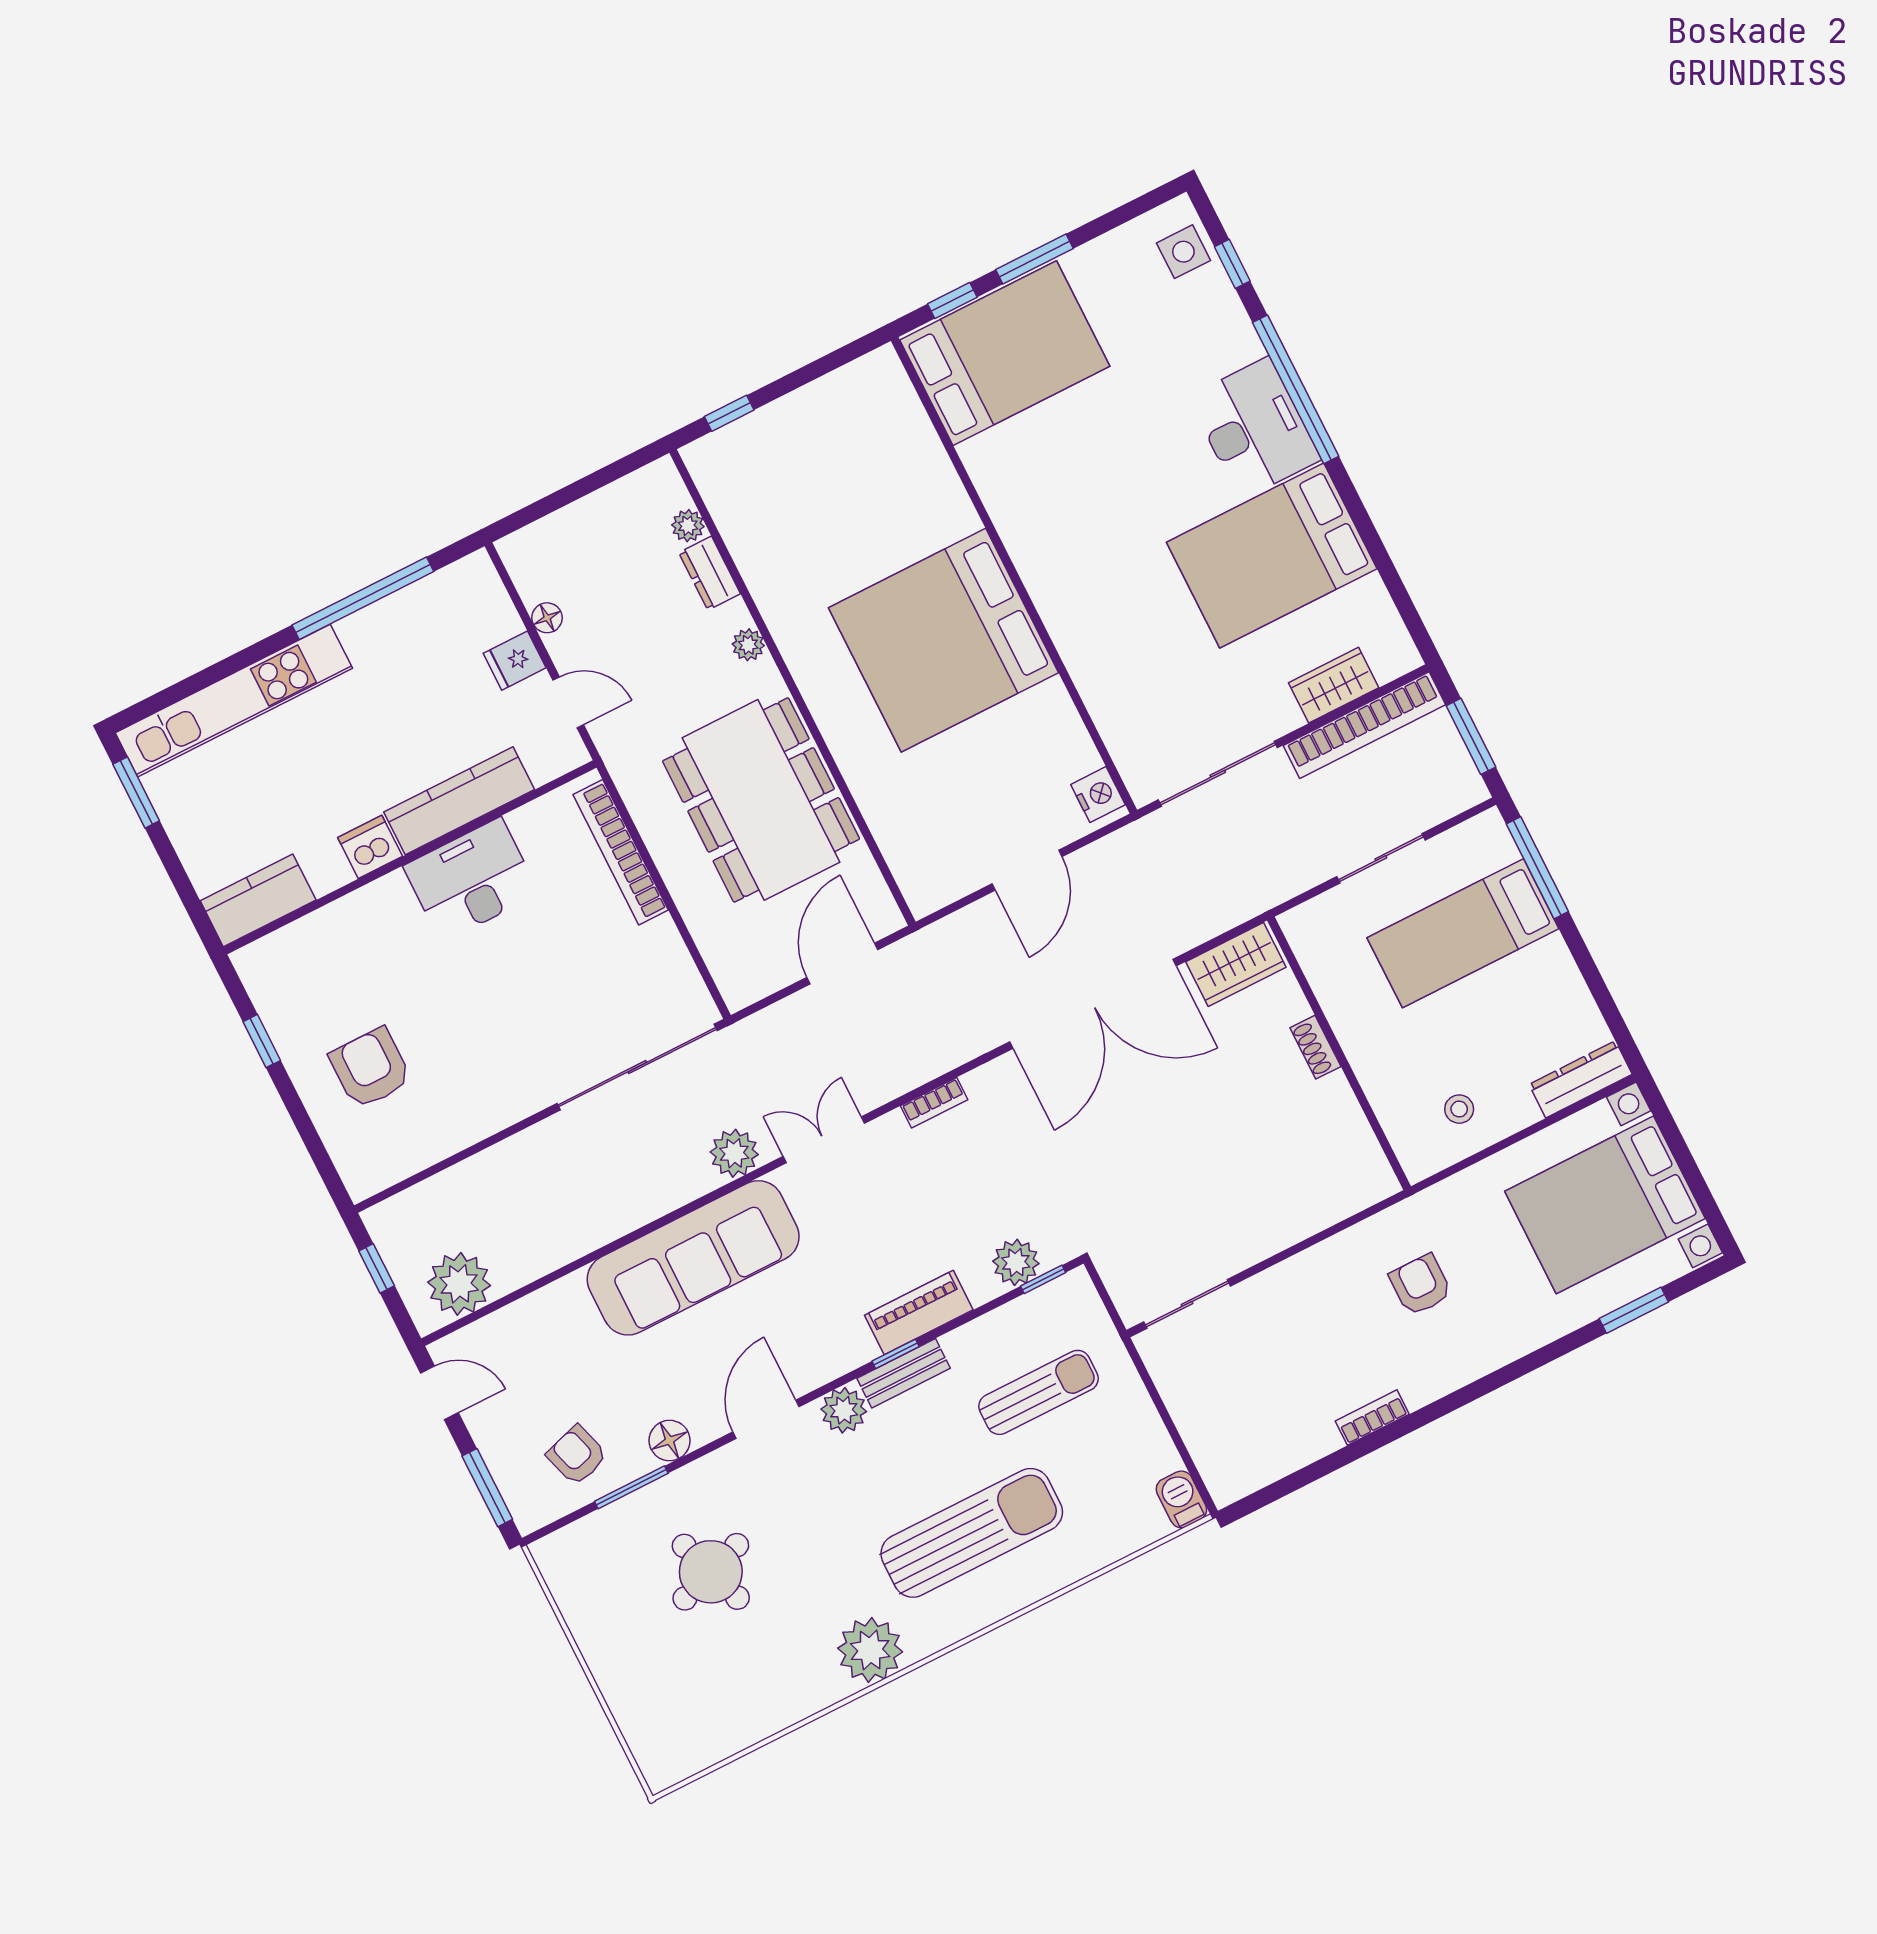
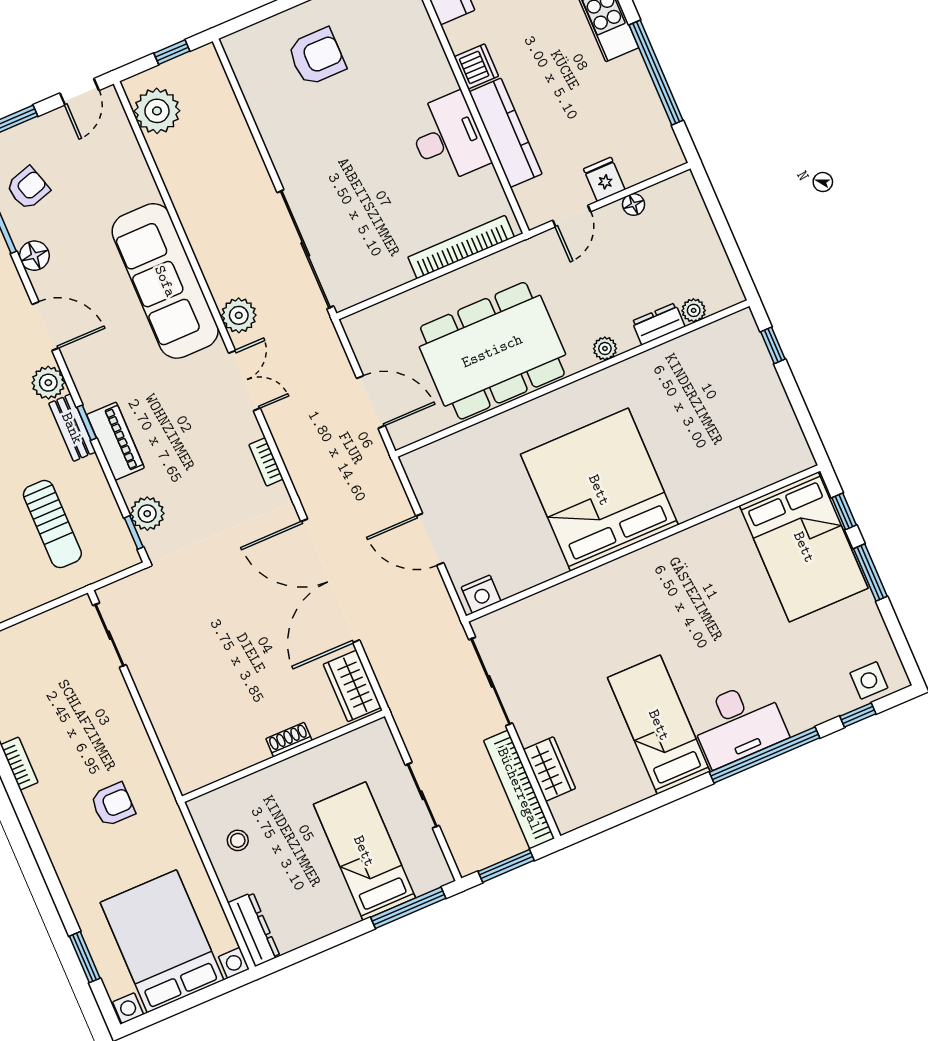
bed: (1272, 556) -> (659, 725), width x0.67

